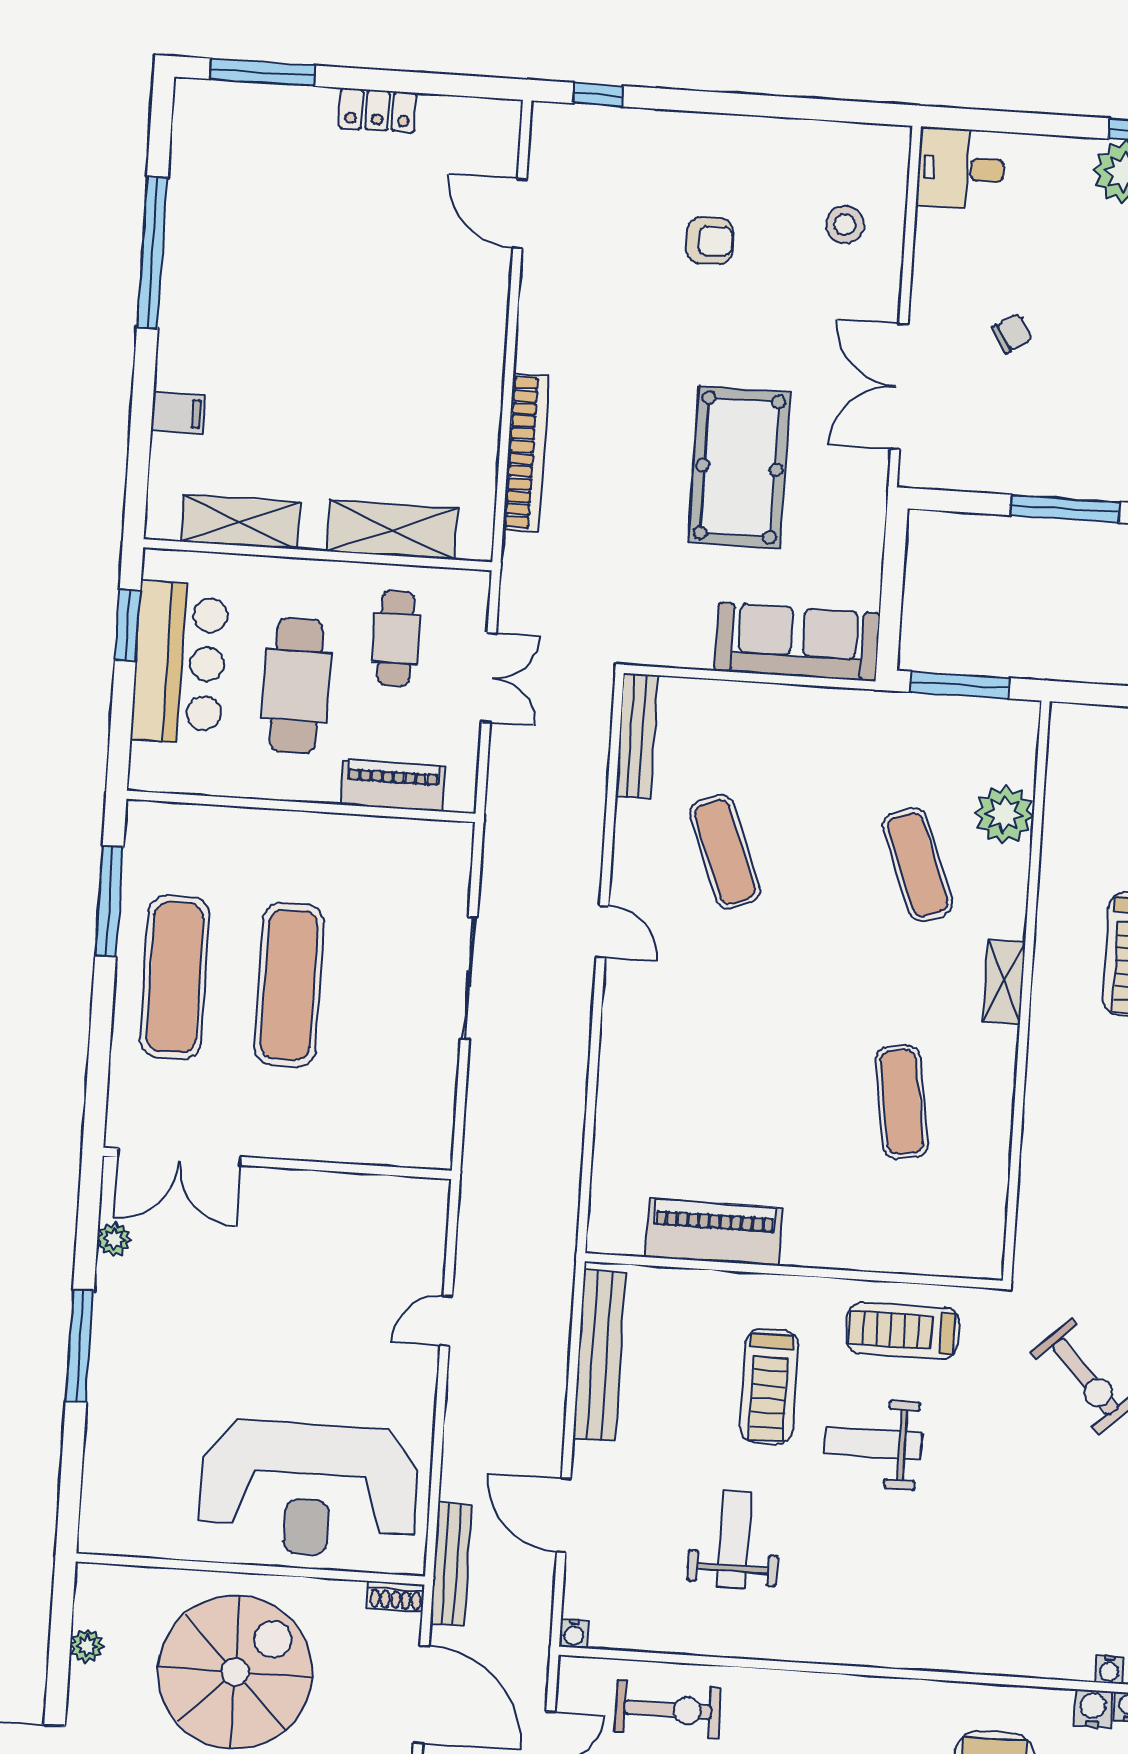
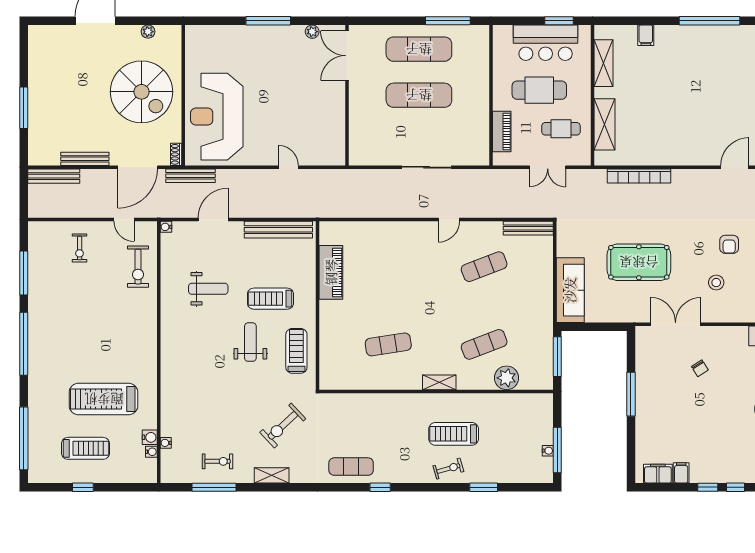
stool: (845, 224) -> (716, 283), moved

